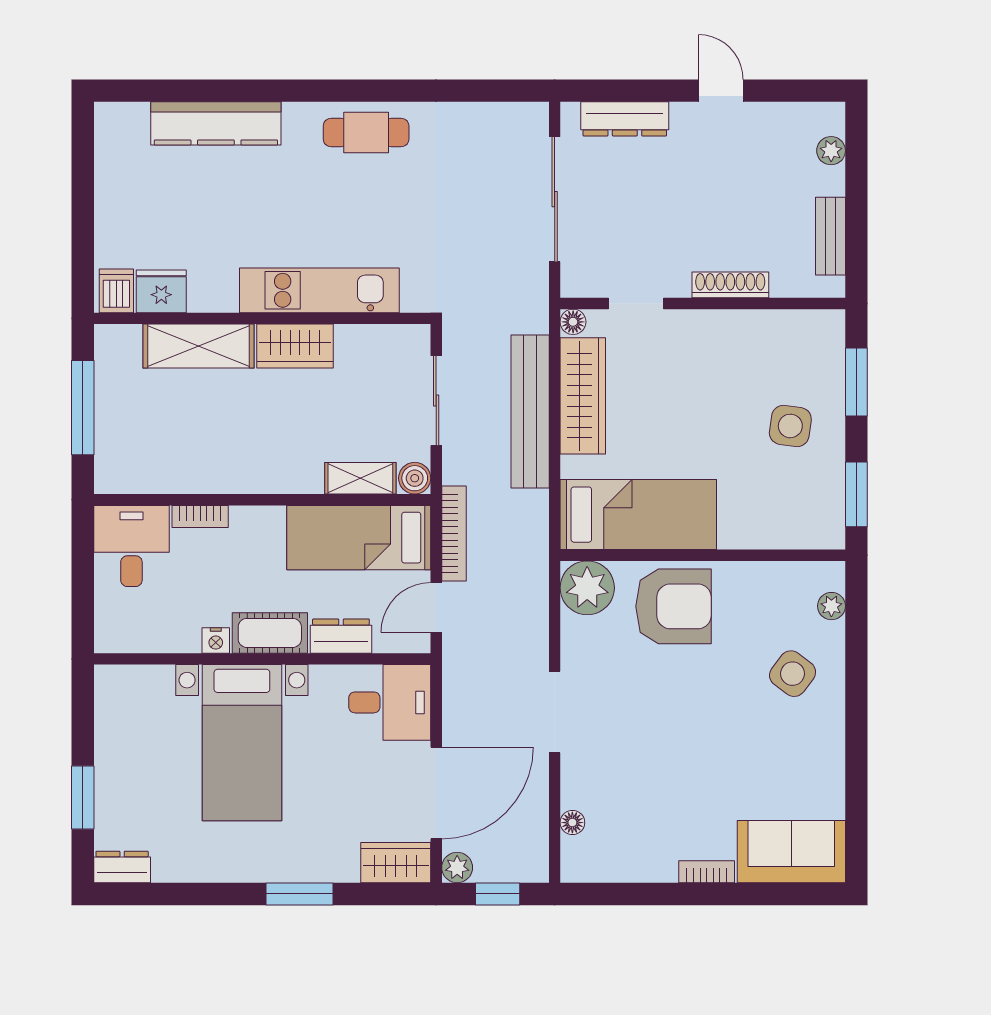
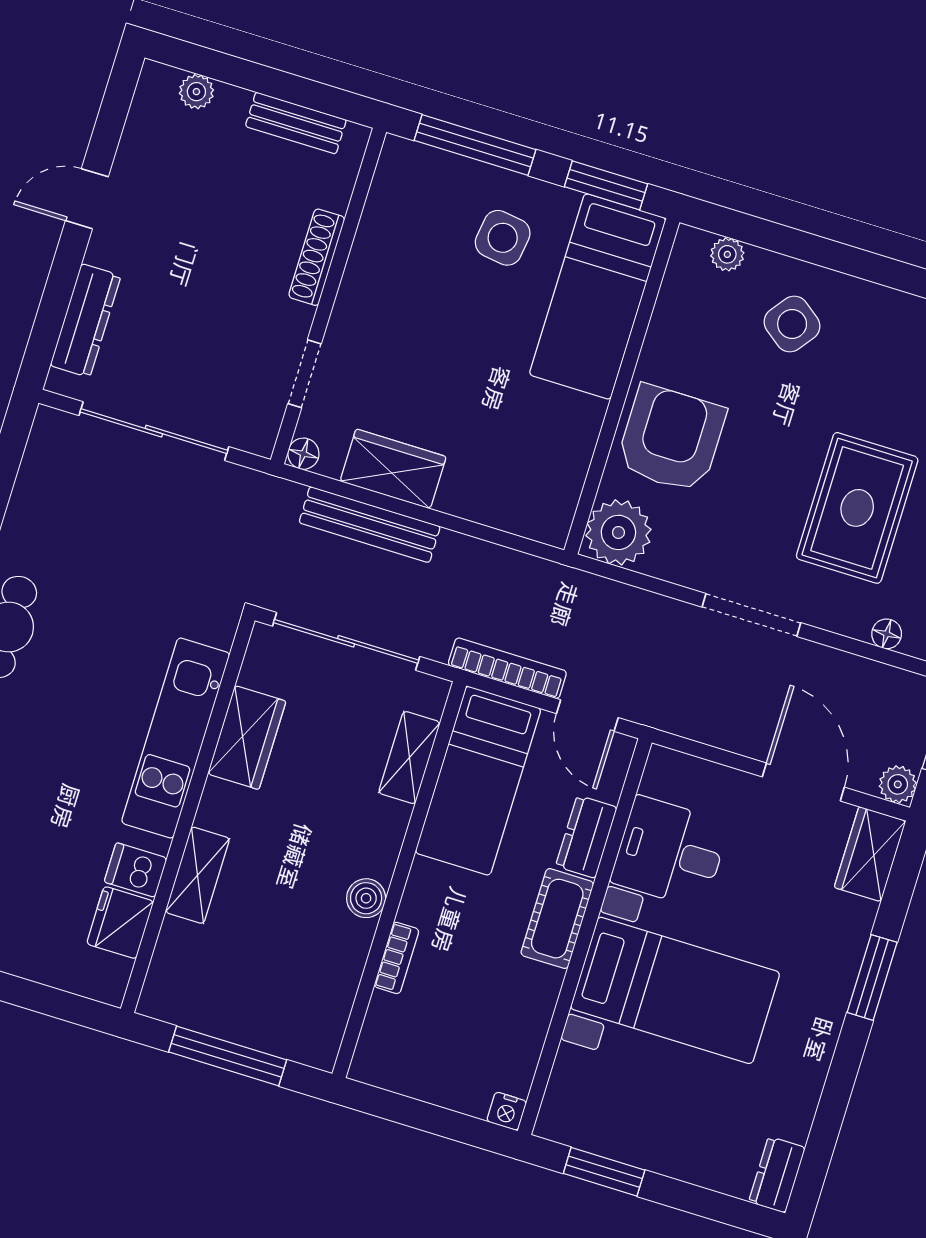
dishwasher: (116, 291) -> (136, 870), moved
shelving: (199, 346) -> (197, 875), width x0.67, depth x0.75
wardrobe: (295, 346) -> (247, 738), moved
window: (856, 382) -> (475, 145), width x1.44
wardrobe: (583, 396) -> (393, 469), width x0.67
sliding door: (436, 401) -> (346, 641), width x1.37
bench: (530, 411) -> (370, 525), width x0.73, depth x0.82
boiler: (415, 478) -> (366, 898), moved
bed: (638, 515) -> (598, 296), moved, turned 180
desk: (131, 546) -> (406, 1049), removed
nightstand: (216, 641) -> (507, 1111), moved, turned 90
desk: (390, 702) -> (670, 852), moved, turned -90
rug: (664, 769) -> (857, 508), added
door: (436, 793) -> (803, 782), width x0.73
window: (83, 797) -> (604, 1172), moved

